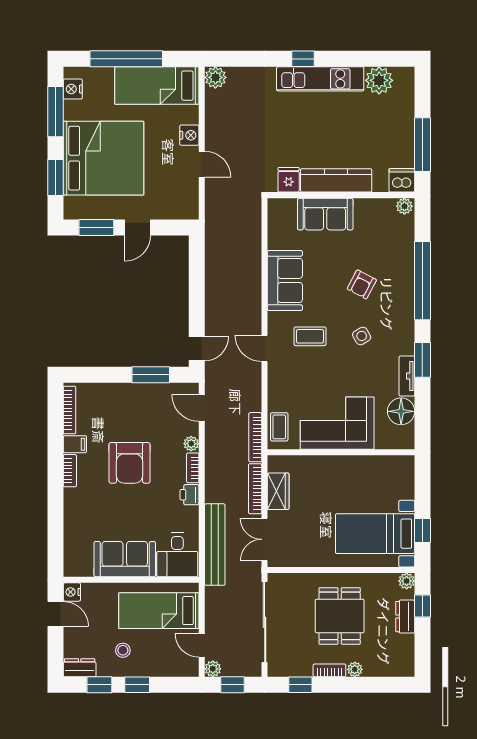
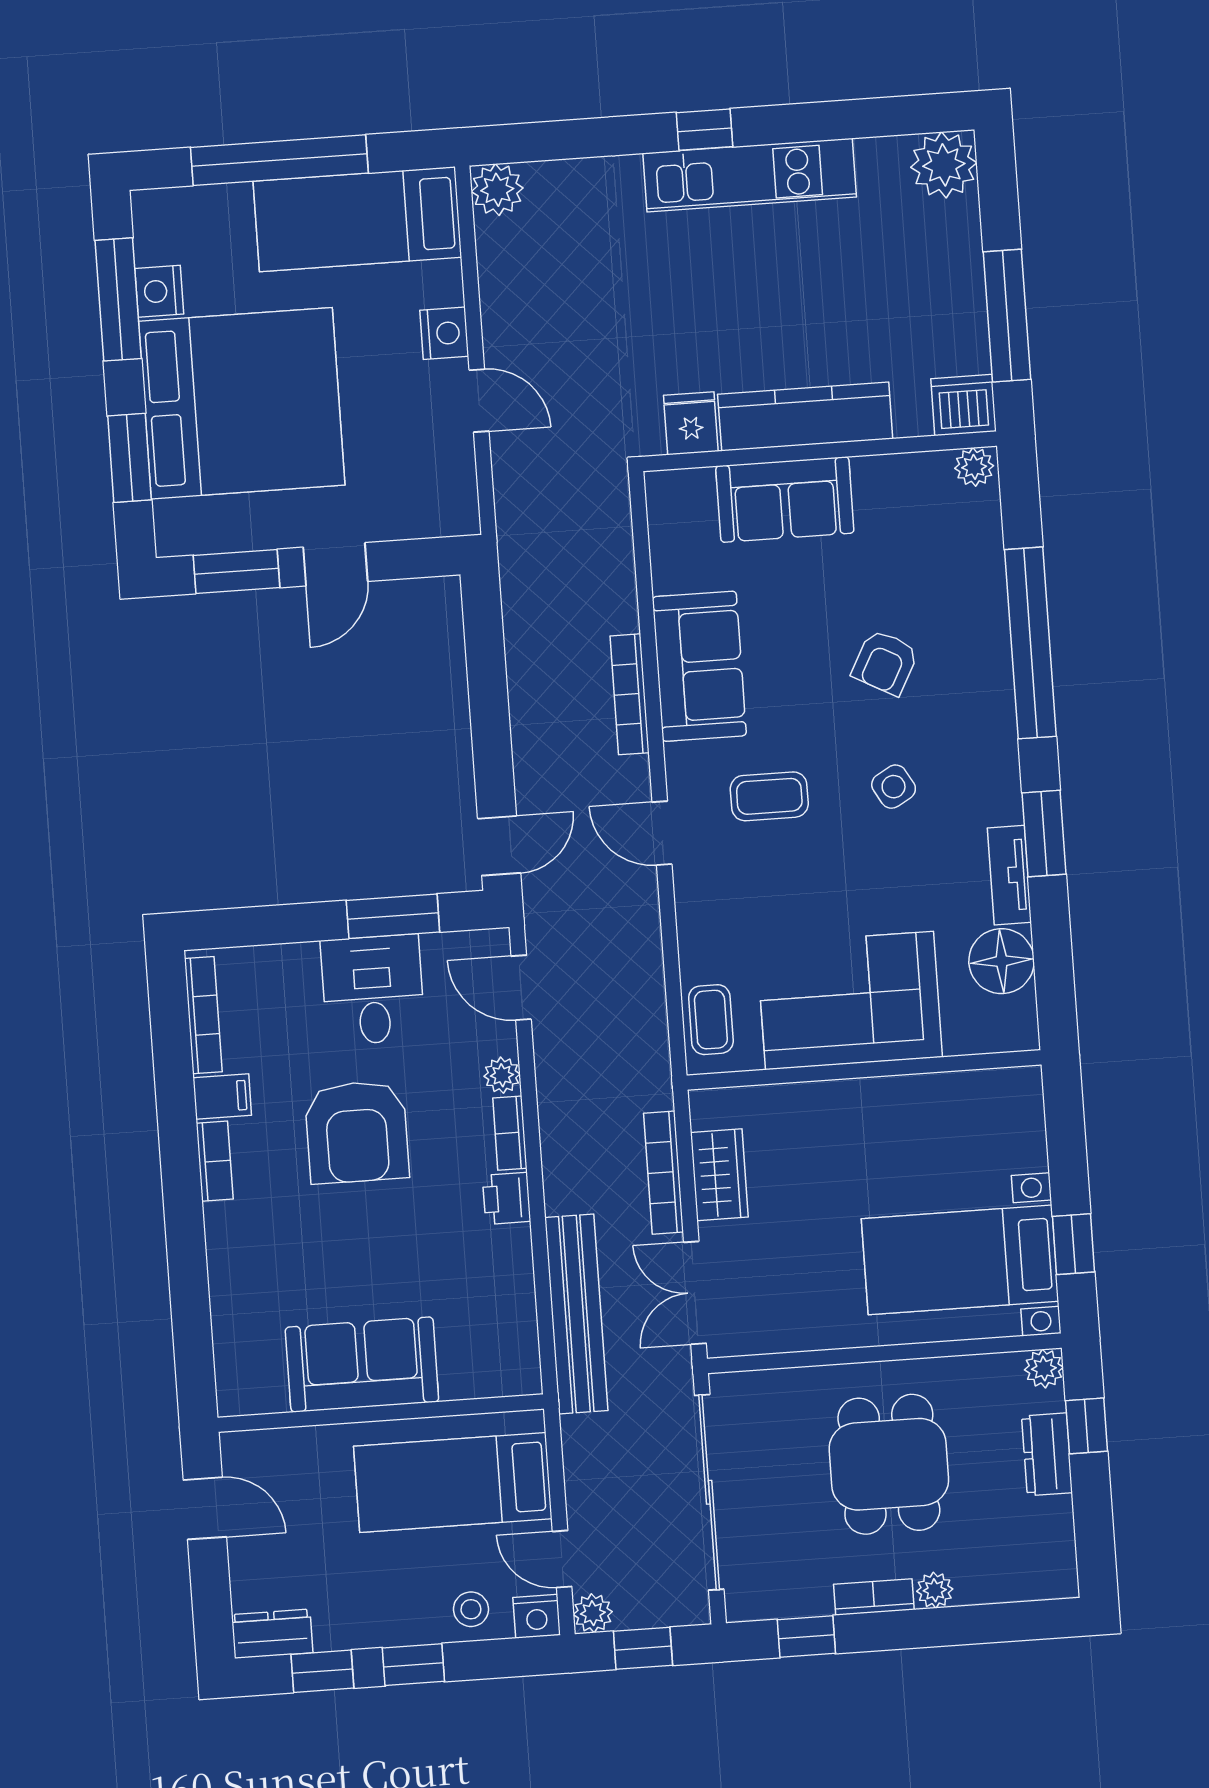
plant: (379, 80) -> (944, 165), moved
nightstand: (73, 89) -> (159, 291), moved
bookcase: (255, 437) -> (630, 694), moved
desk: (177, 555) -> (373, 990), moved, turned 180
nightstand: (72, 592) -> (537, 1616), moved, turned -90
stool: (123, 650) -> (471, 1609), moved

